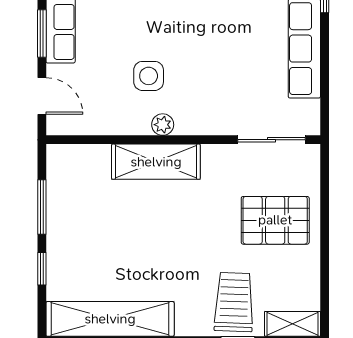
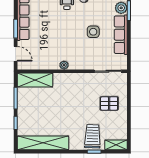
side table: (149, 76) -> (93, 32), moved
shelving: (156, 162) -> (35, 80), moved
pallet: (275, 220) -> (109, 103), width x0.67, depth x0.71

